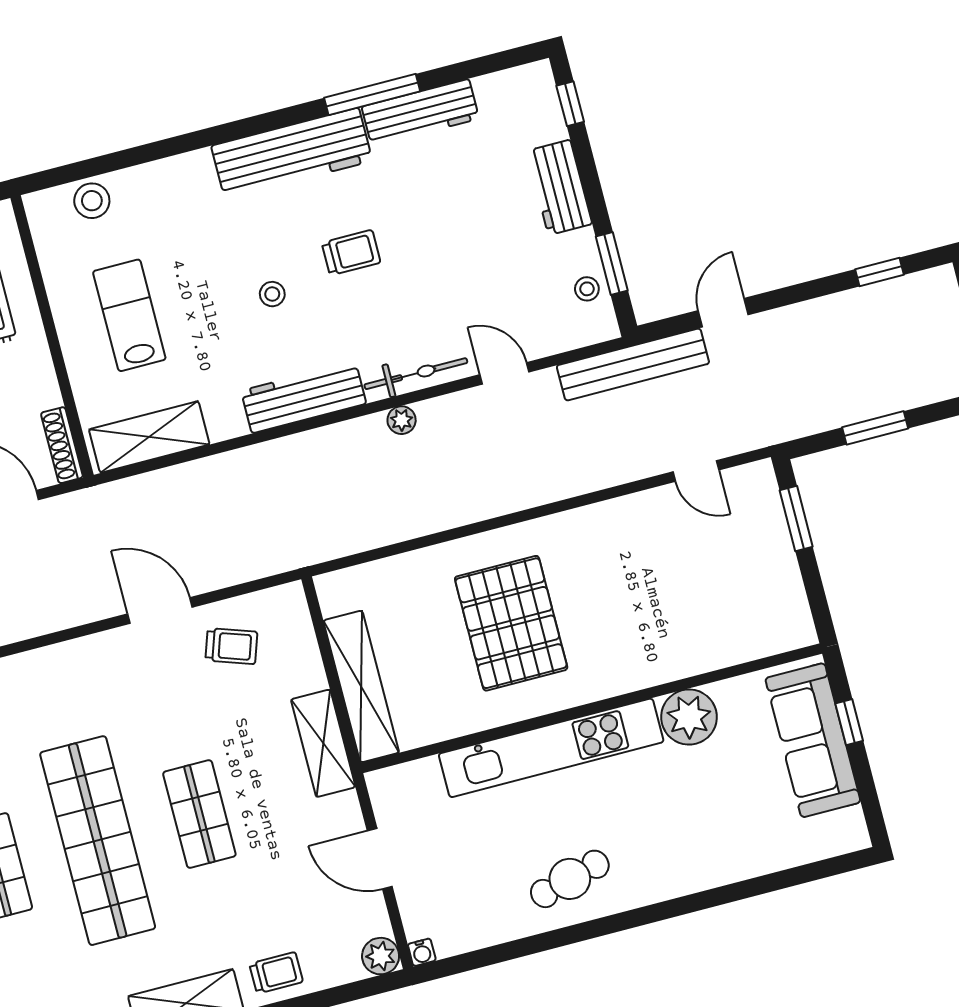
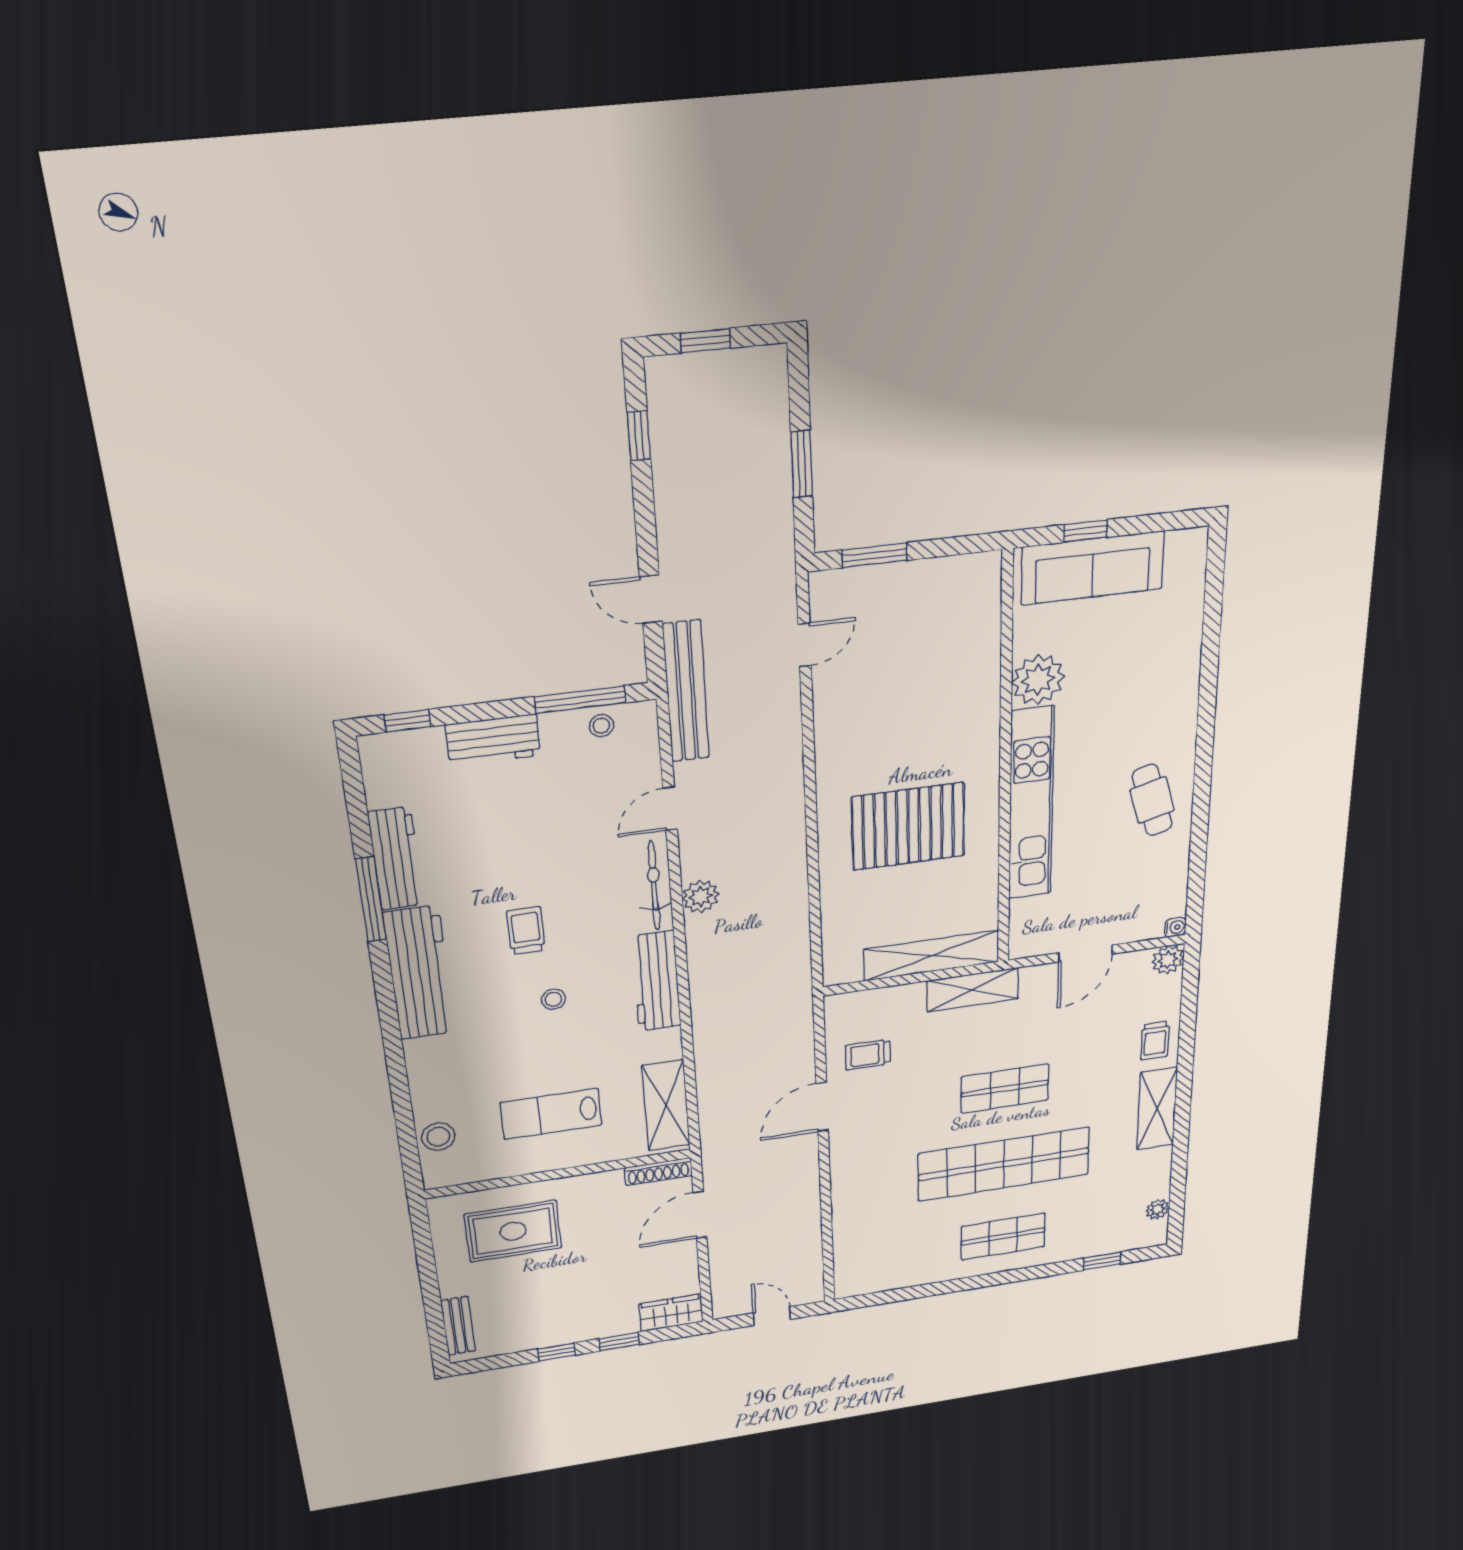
window: (612, 264) -> (580, 700), width x1.44
plant: (402, 420) -> (701, 897), width x1.38, depth x1.38
trolley: (231, 646) -> (868, 1055), turned -109
trolley: (276, 973) -> (1155, 1041), turned 180

